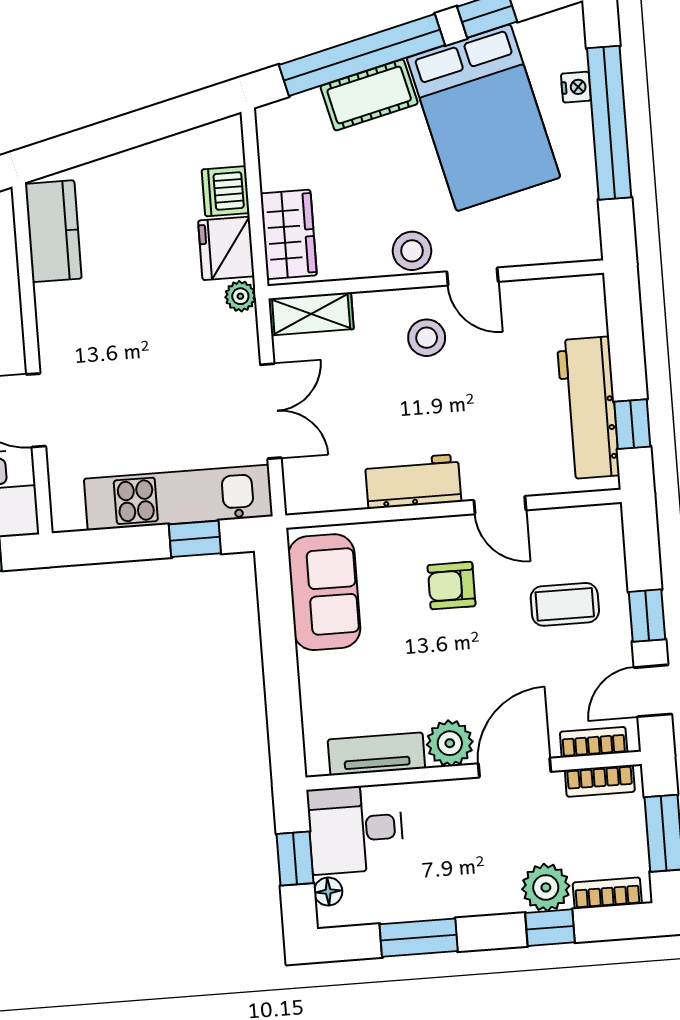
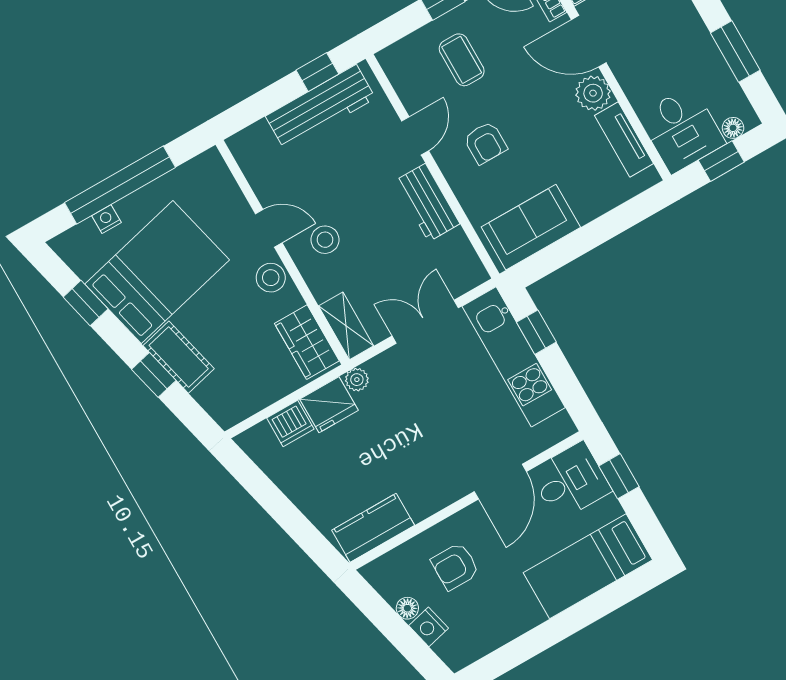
window: (362, 55) -> (154, 375), width x0.32
wardrobe: (289, 234) -> (307, 342), moved, turned -90
door: (473, 277) -> (269, 228), hinge flipped

